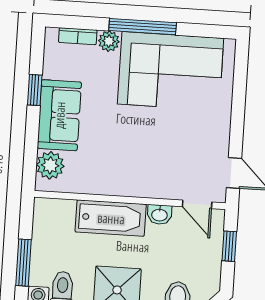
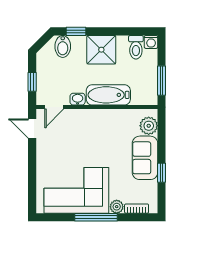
door: (197, 204) -> (54, 107), swing flipped
window: (24, 263) -> (162, 81), moved

